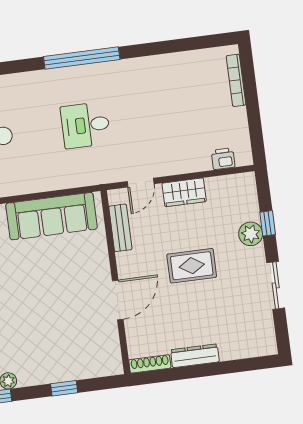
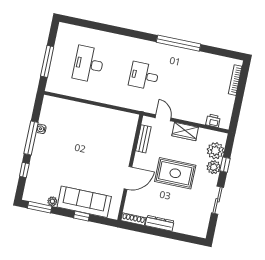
window: (82, 58) -> (178, 43), moved
door: (141, 183) -> (163, 118), swing flipped
plant: (244, 206) -> (215, 151), added
sofa: (52, 216) -> (84, 202), moved, turned 180
rug: (192, 266) -> (175, 173), width x1.36, depth x1.43

